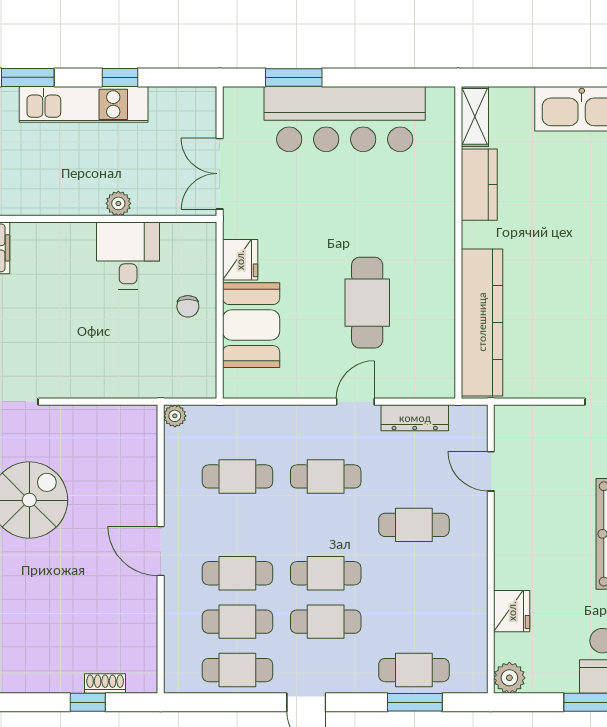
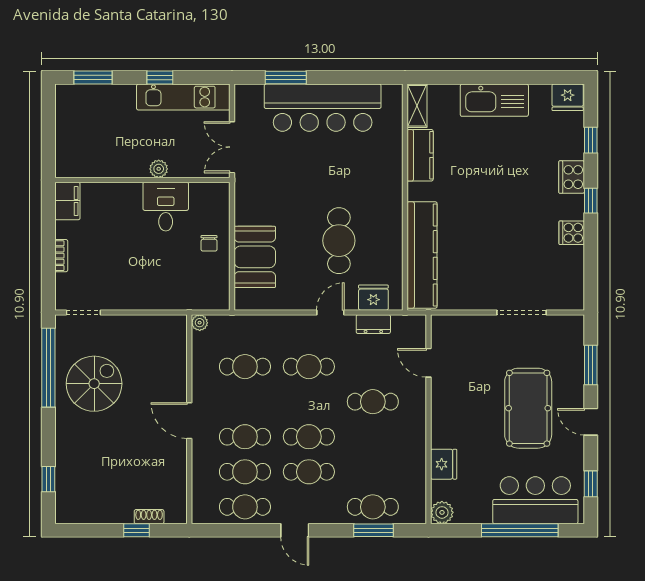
kitchen unit: (84, 104) -> (183, 97), moved
fridge: (240, 260) -> (373, 298), moved, turned -90
dresser: (415, 418) -> (373, 324), width x0.70

